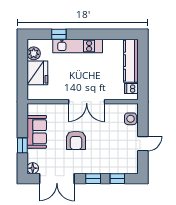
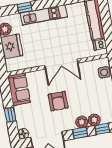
sofa: (37, 132) -> (19, 89), moved
plant: (97, 167) -> (82, 122), added
plant: (111, 167) -> (94, 120), added

